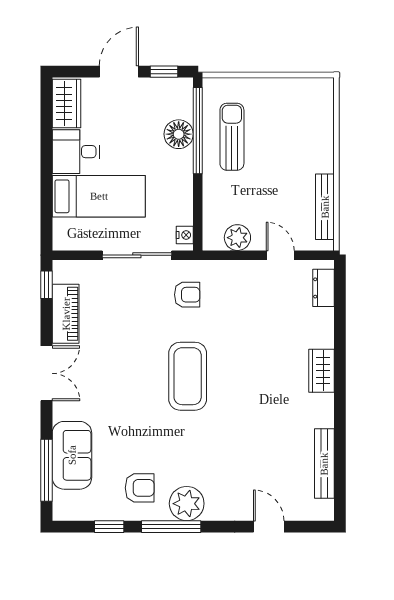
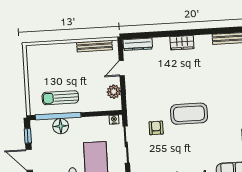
dresser: (323, 288) -> (138, 44), width x1.44
armchair: (187, 295) -> (156, 128), moved

